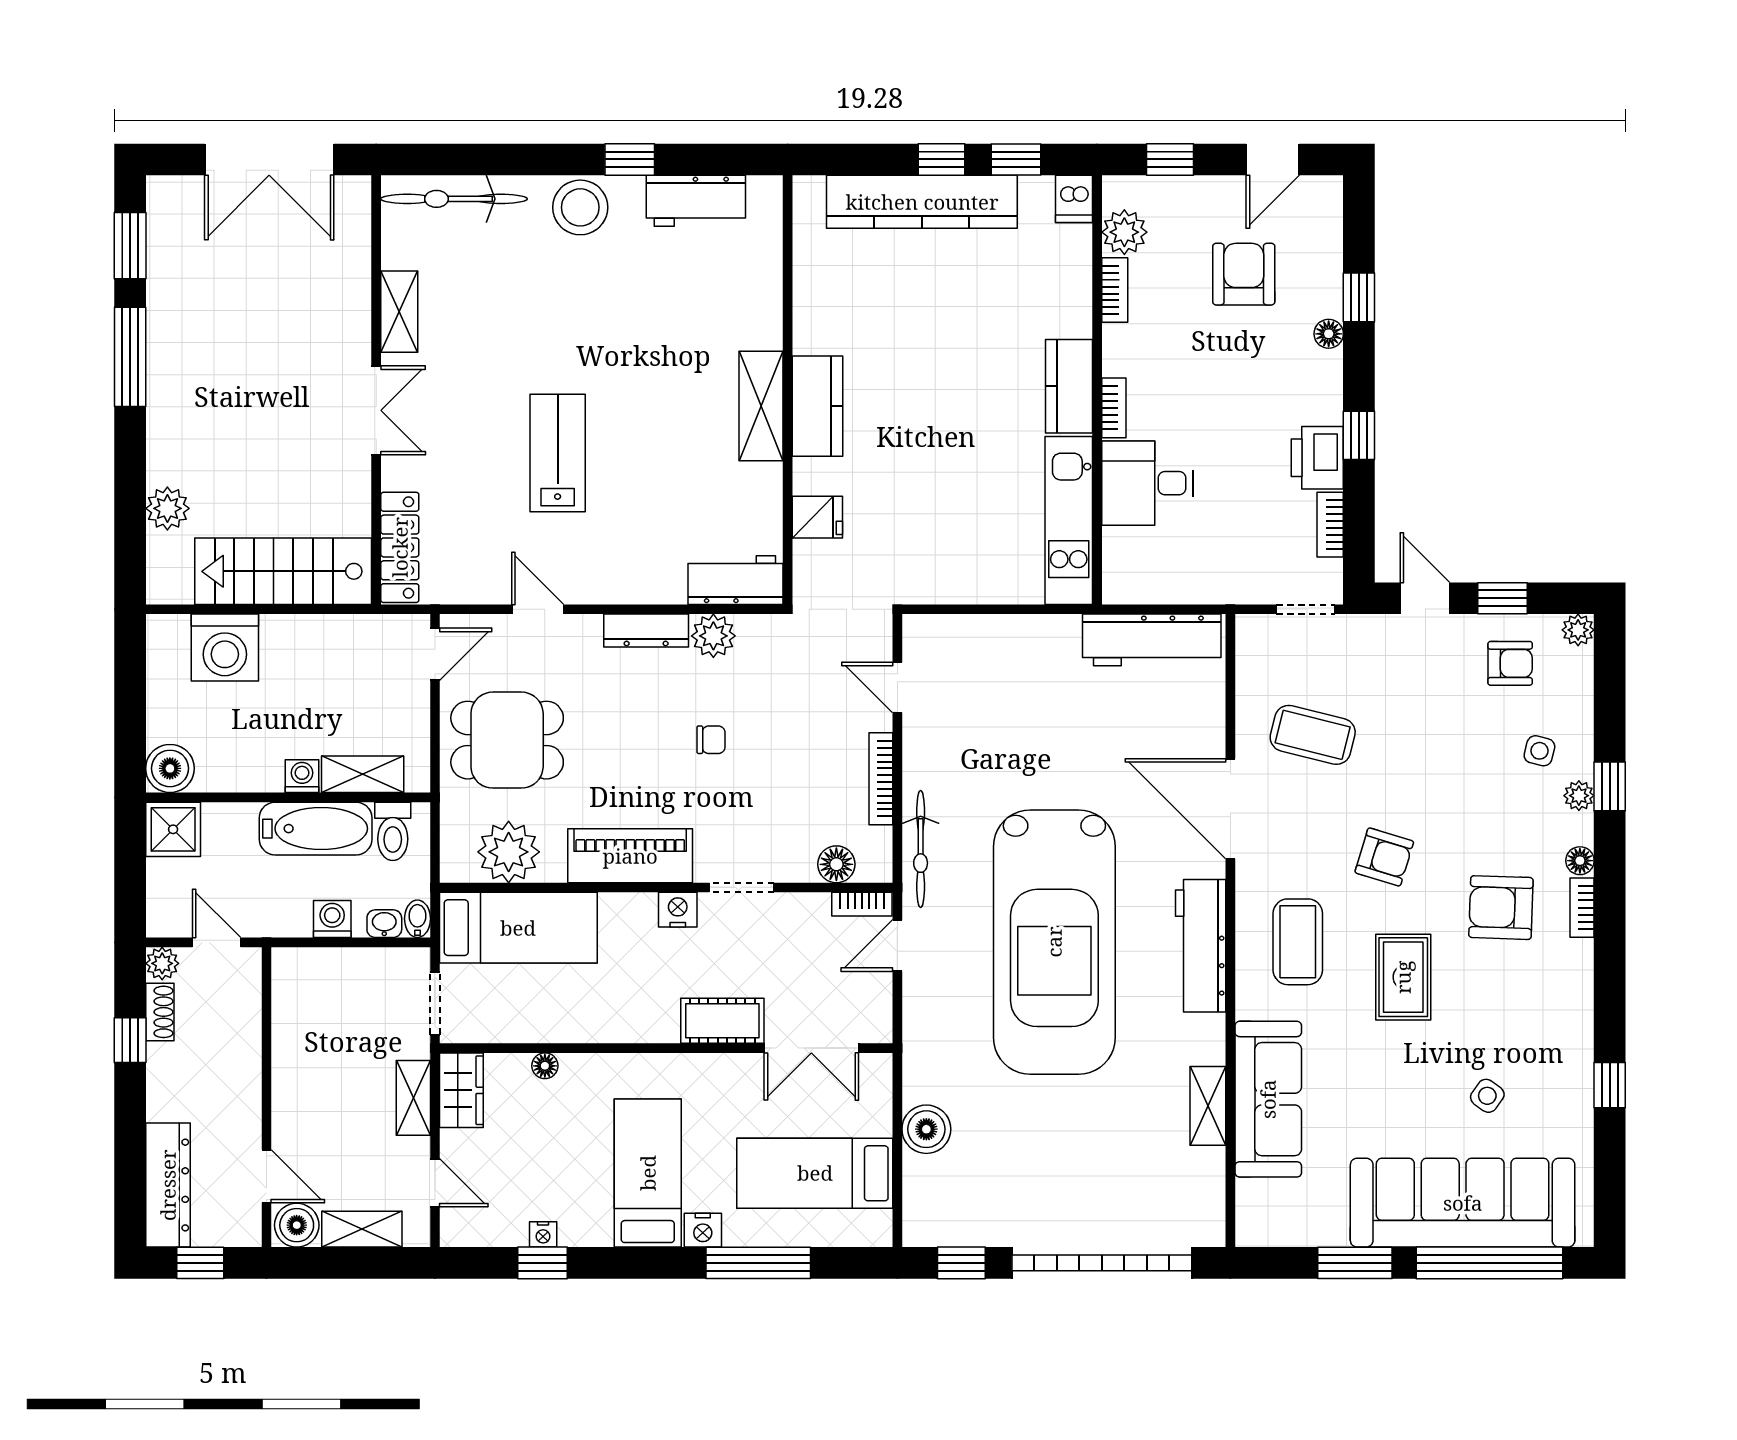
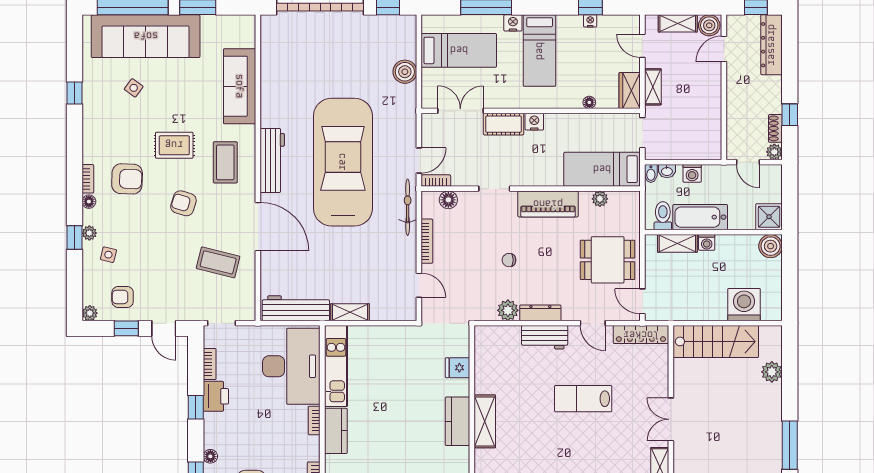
lab bench: (558, 453) -> (583, 399), turned 90
desk: (1147, 483) -> (291, 366), width x1.87, depth x1.30
locker: (400, 547) -> (641, 335), moved, turned -90
workbench: (736, 580) -> (545, 337), moved
door: (435, 654) -> (642, 301), hinge flipped
plant: (509, 852) -> (600, 199), width x0.53, depth x0.53
nightstand: (678, 910) -> (534, 122), moved, turned 180
rug: (1403, 977) -> (174, 145), turned 90
shelving: (1208, 1106) -> (350, 312), moved, turned 90
door: (266, 1176) -> (724, 49), hinge flipped

